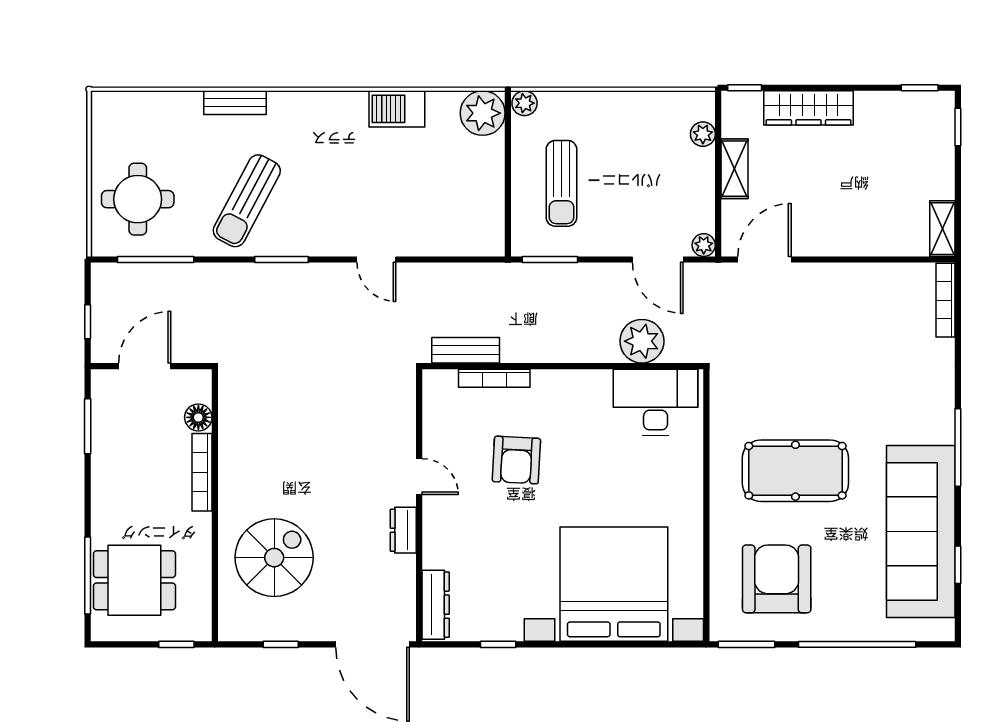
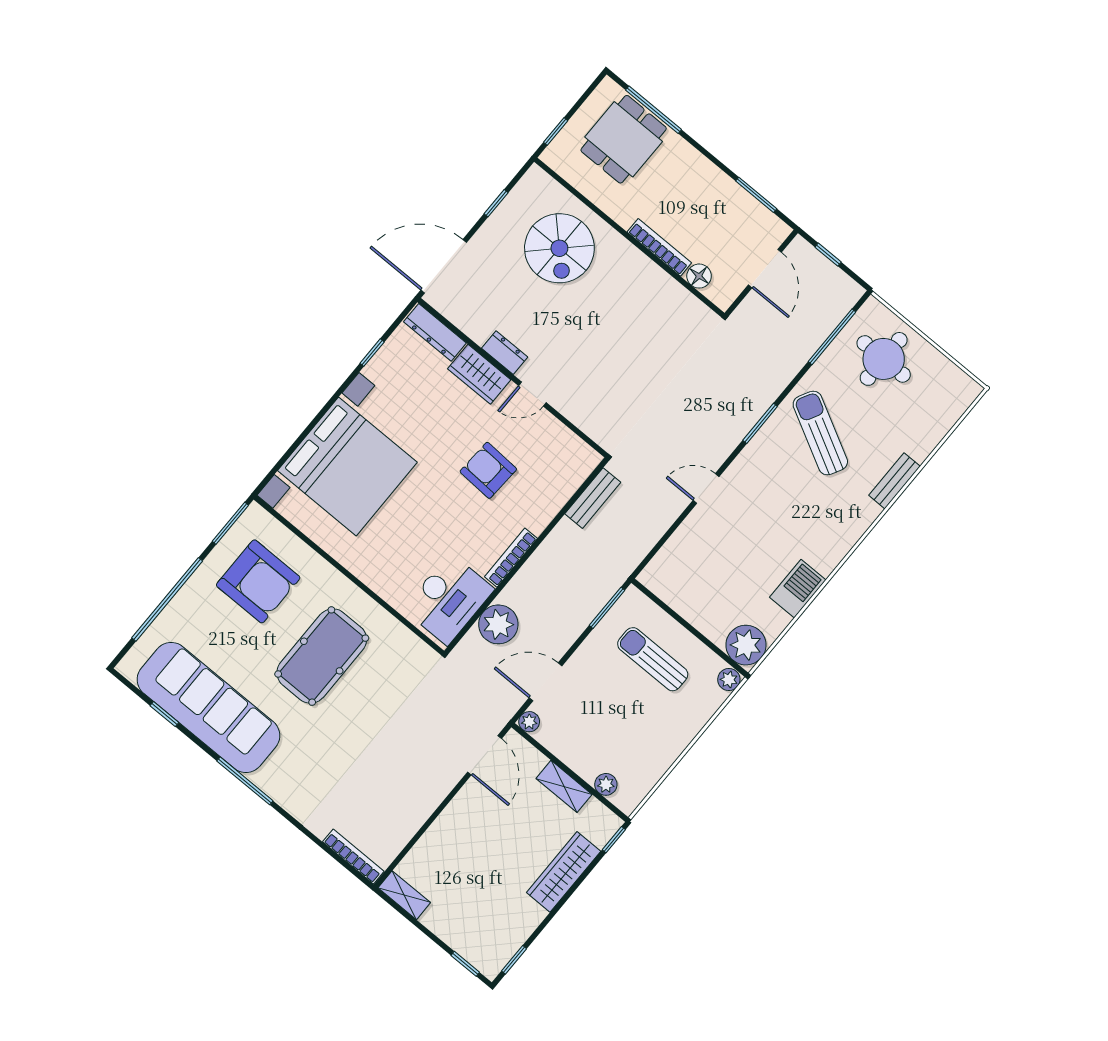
bookcase: (494, 378) -> (511, 558), moved
wardrobe: (440, 537) -> (479, 374), added

